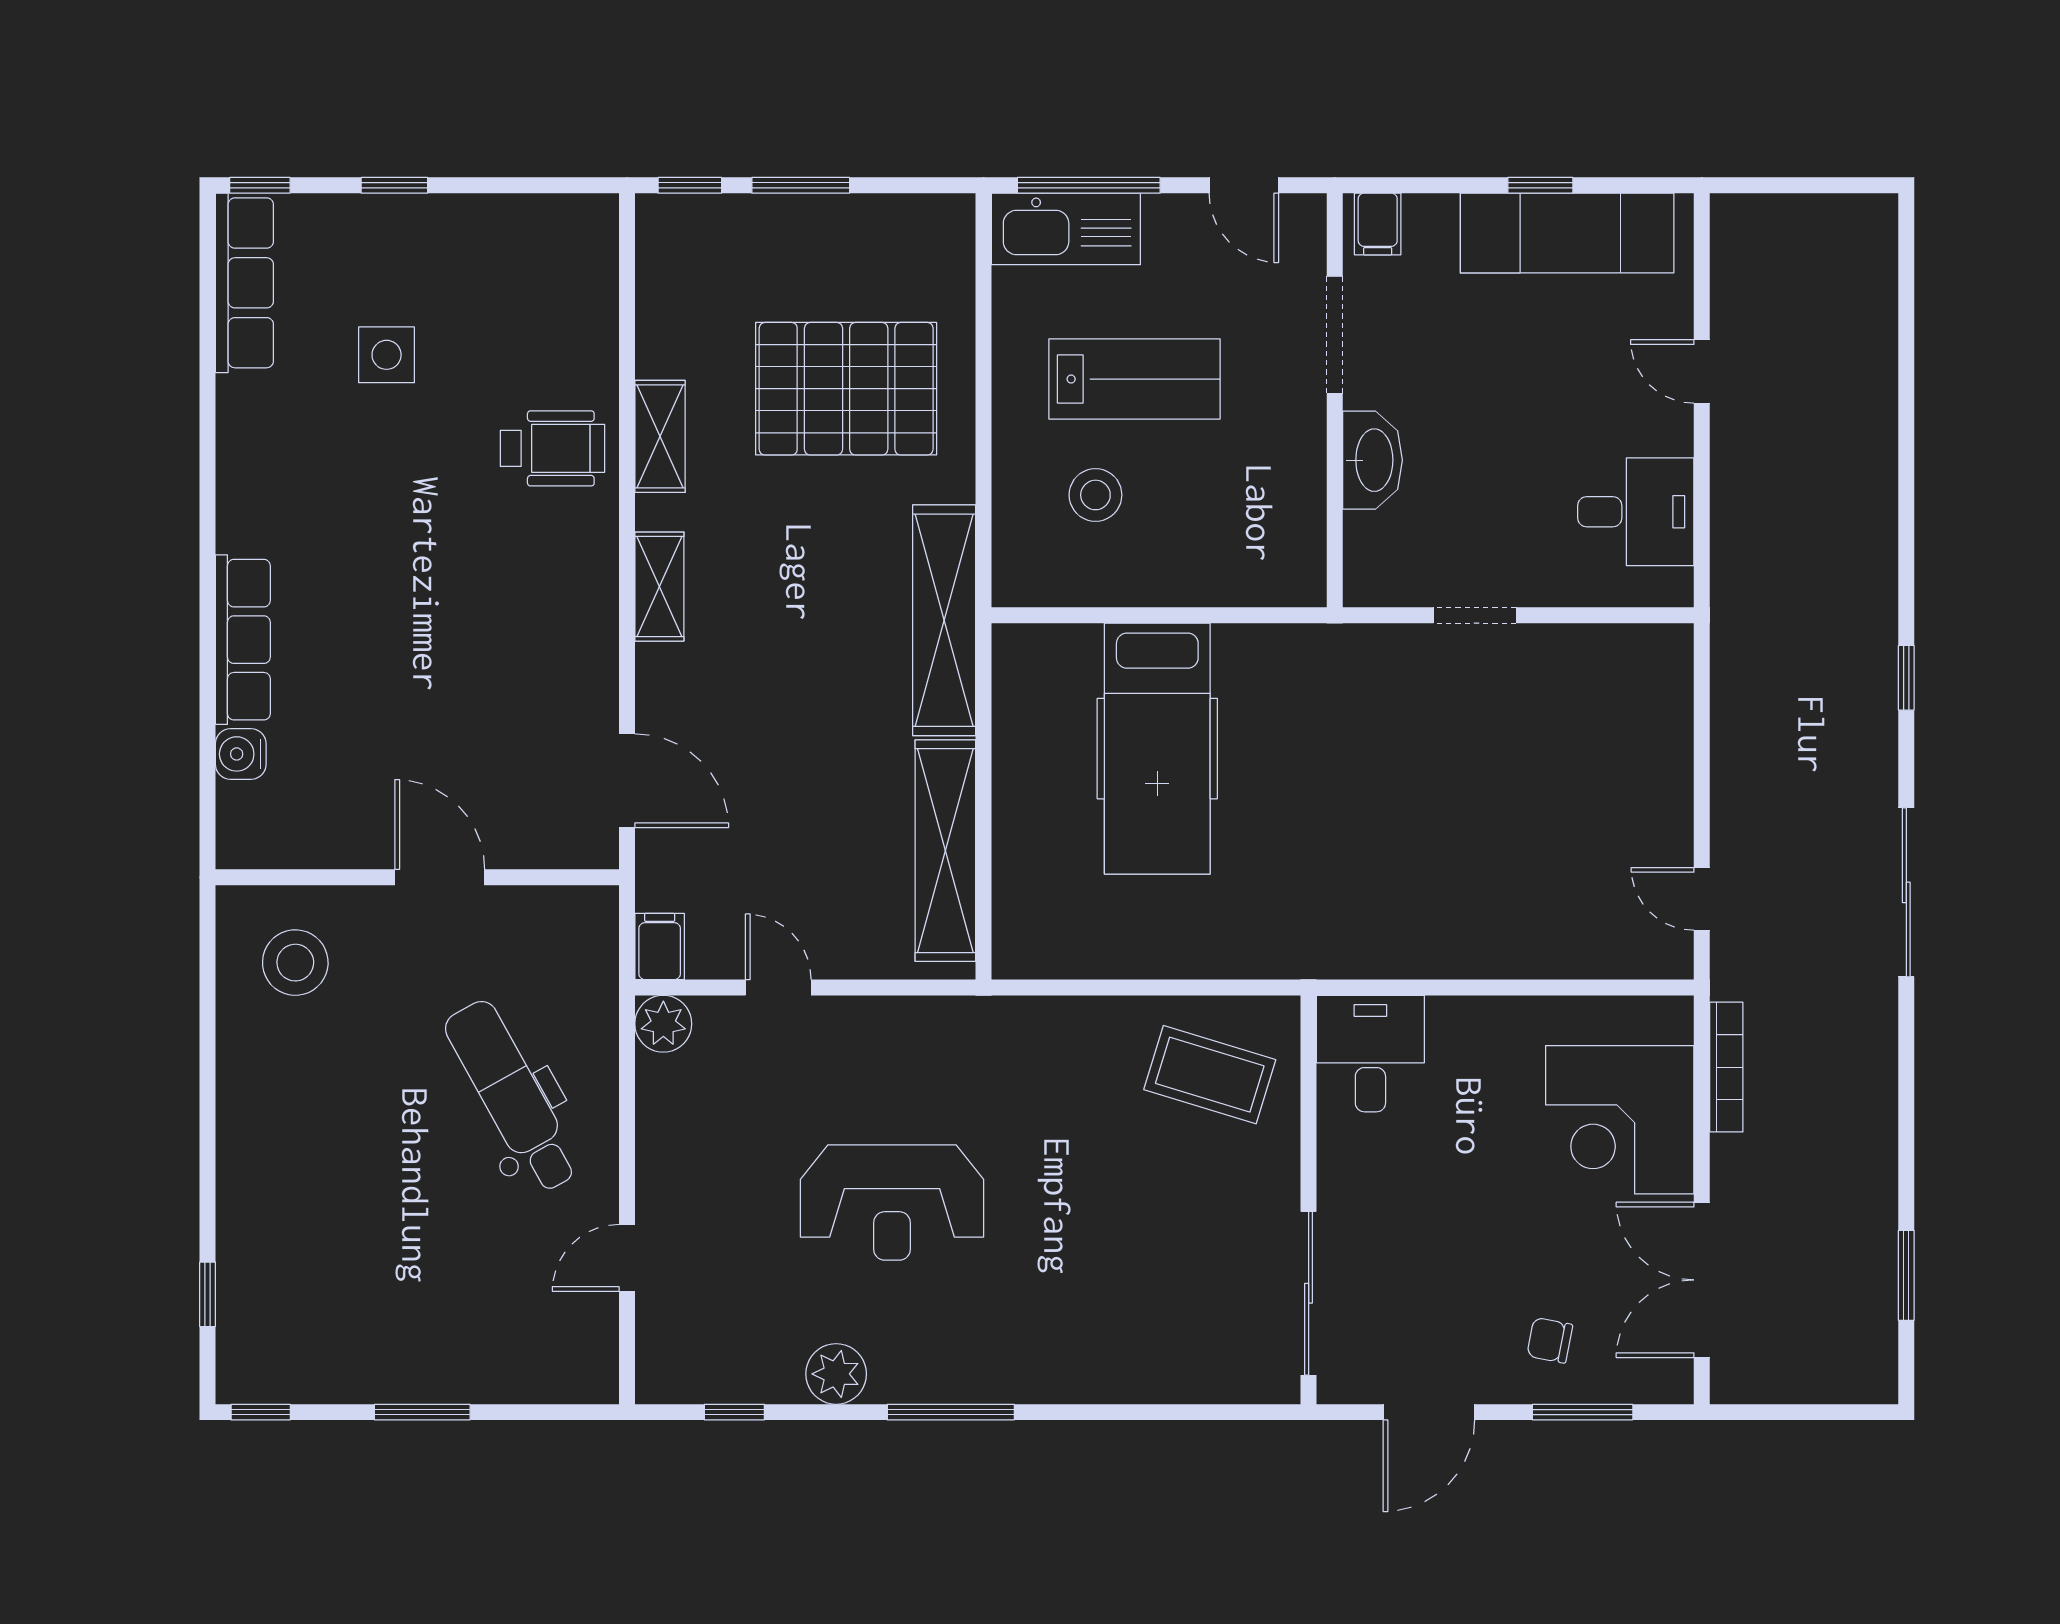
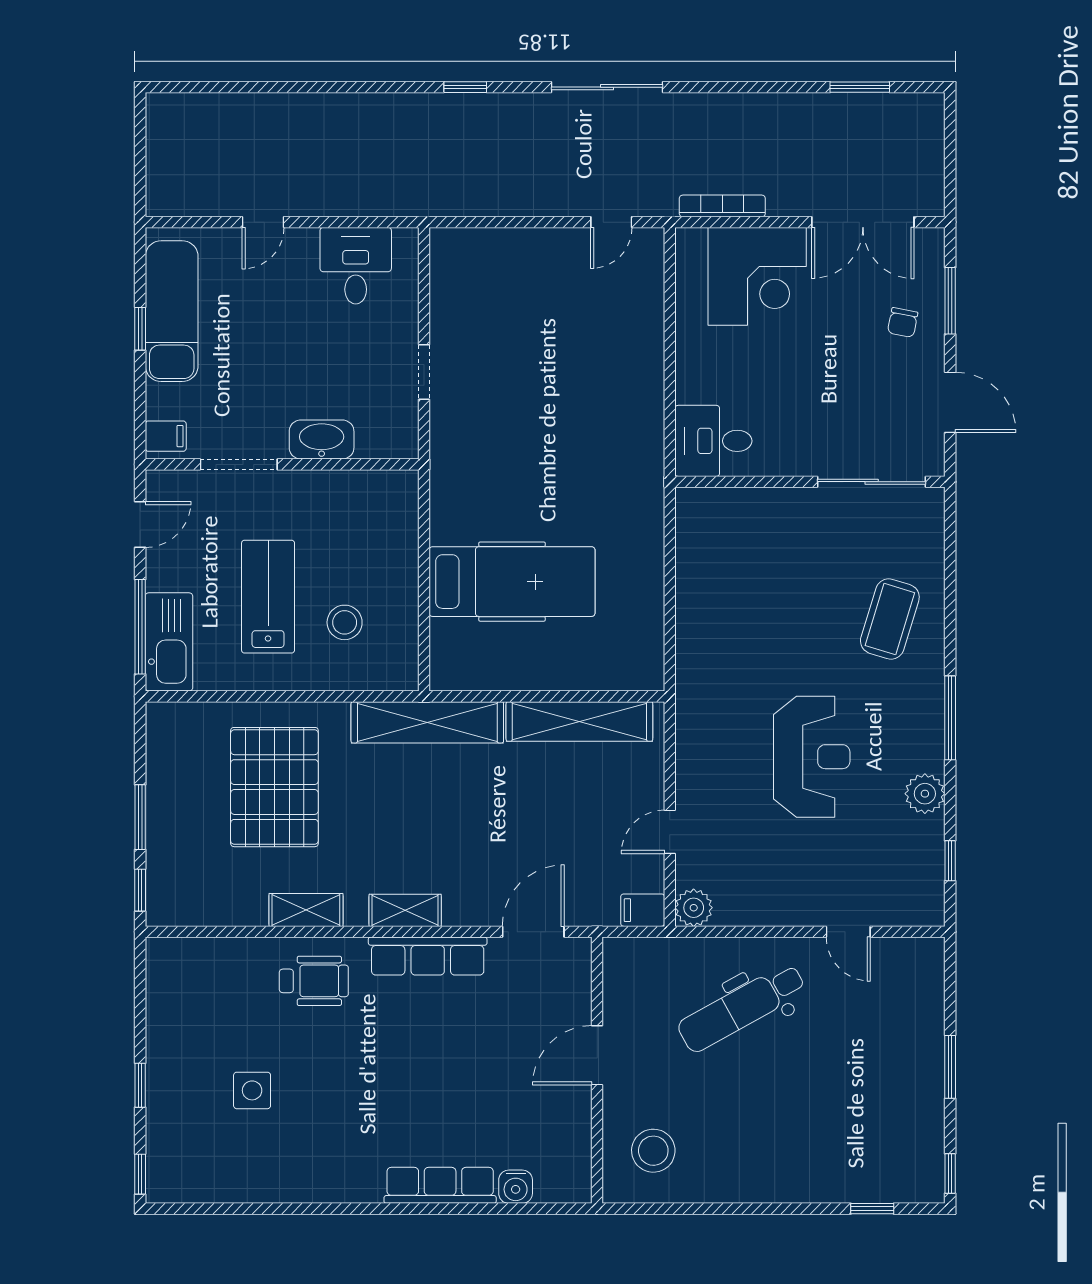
row of seats: (244, 283) -> (428, 956), moved, turned 180
wheelchair: (552, 448) -> (314, 981), turned 90
coffee table: (1210, 1075) -> (890, 619), moved

